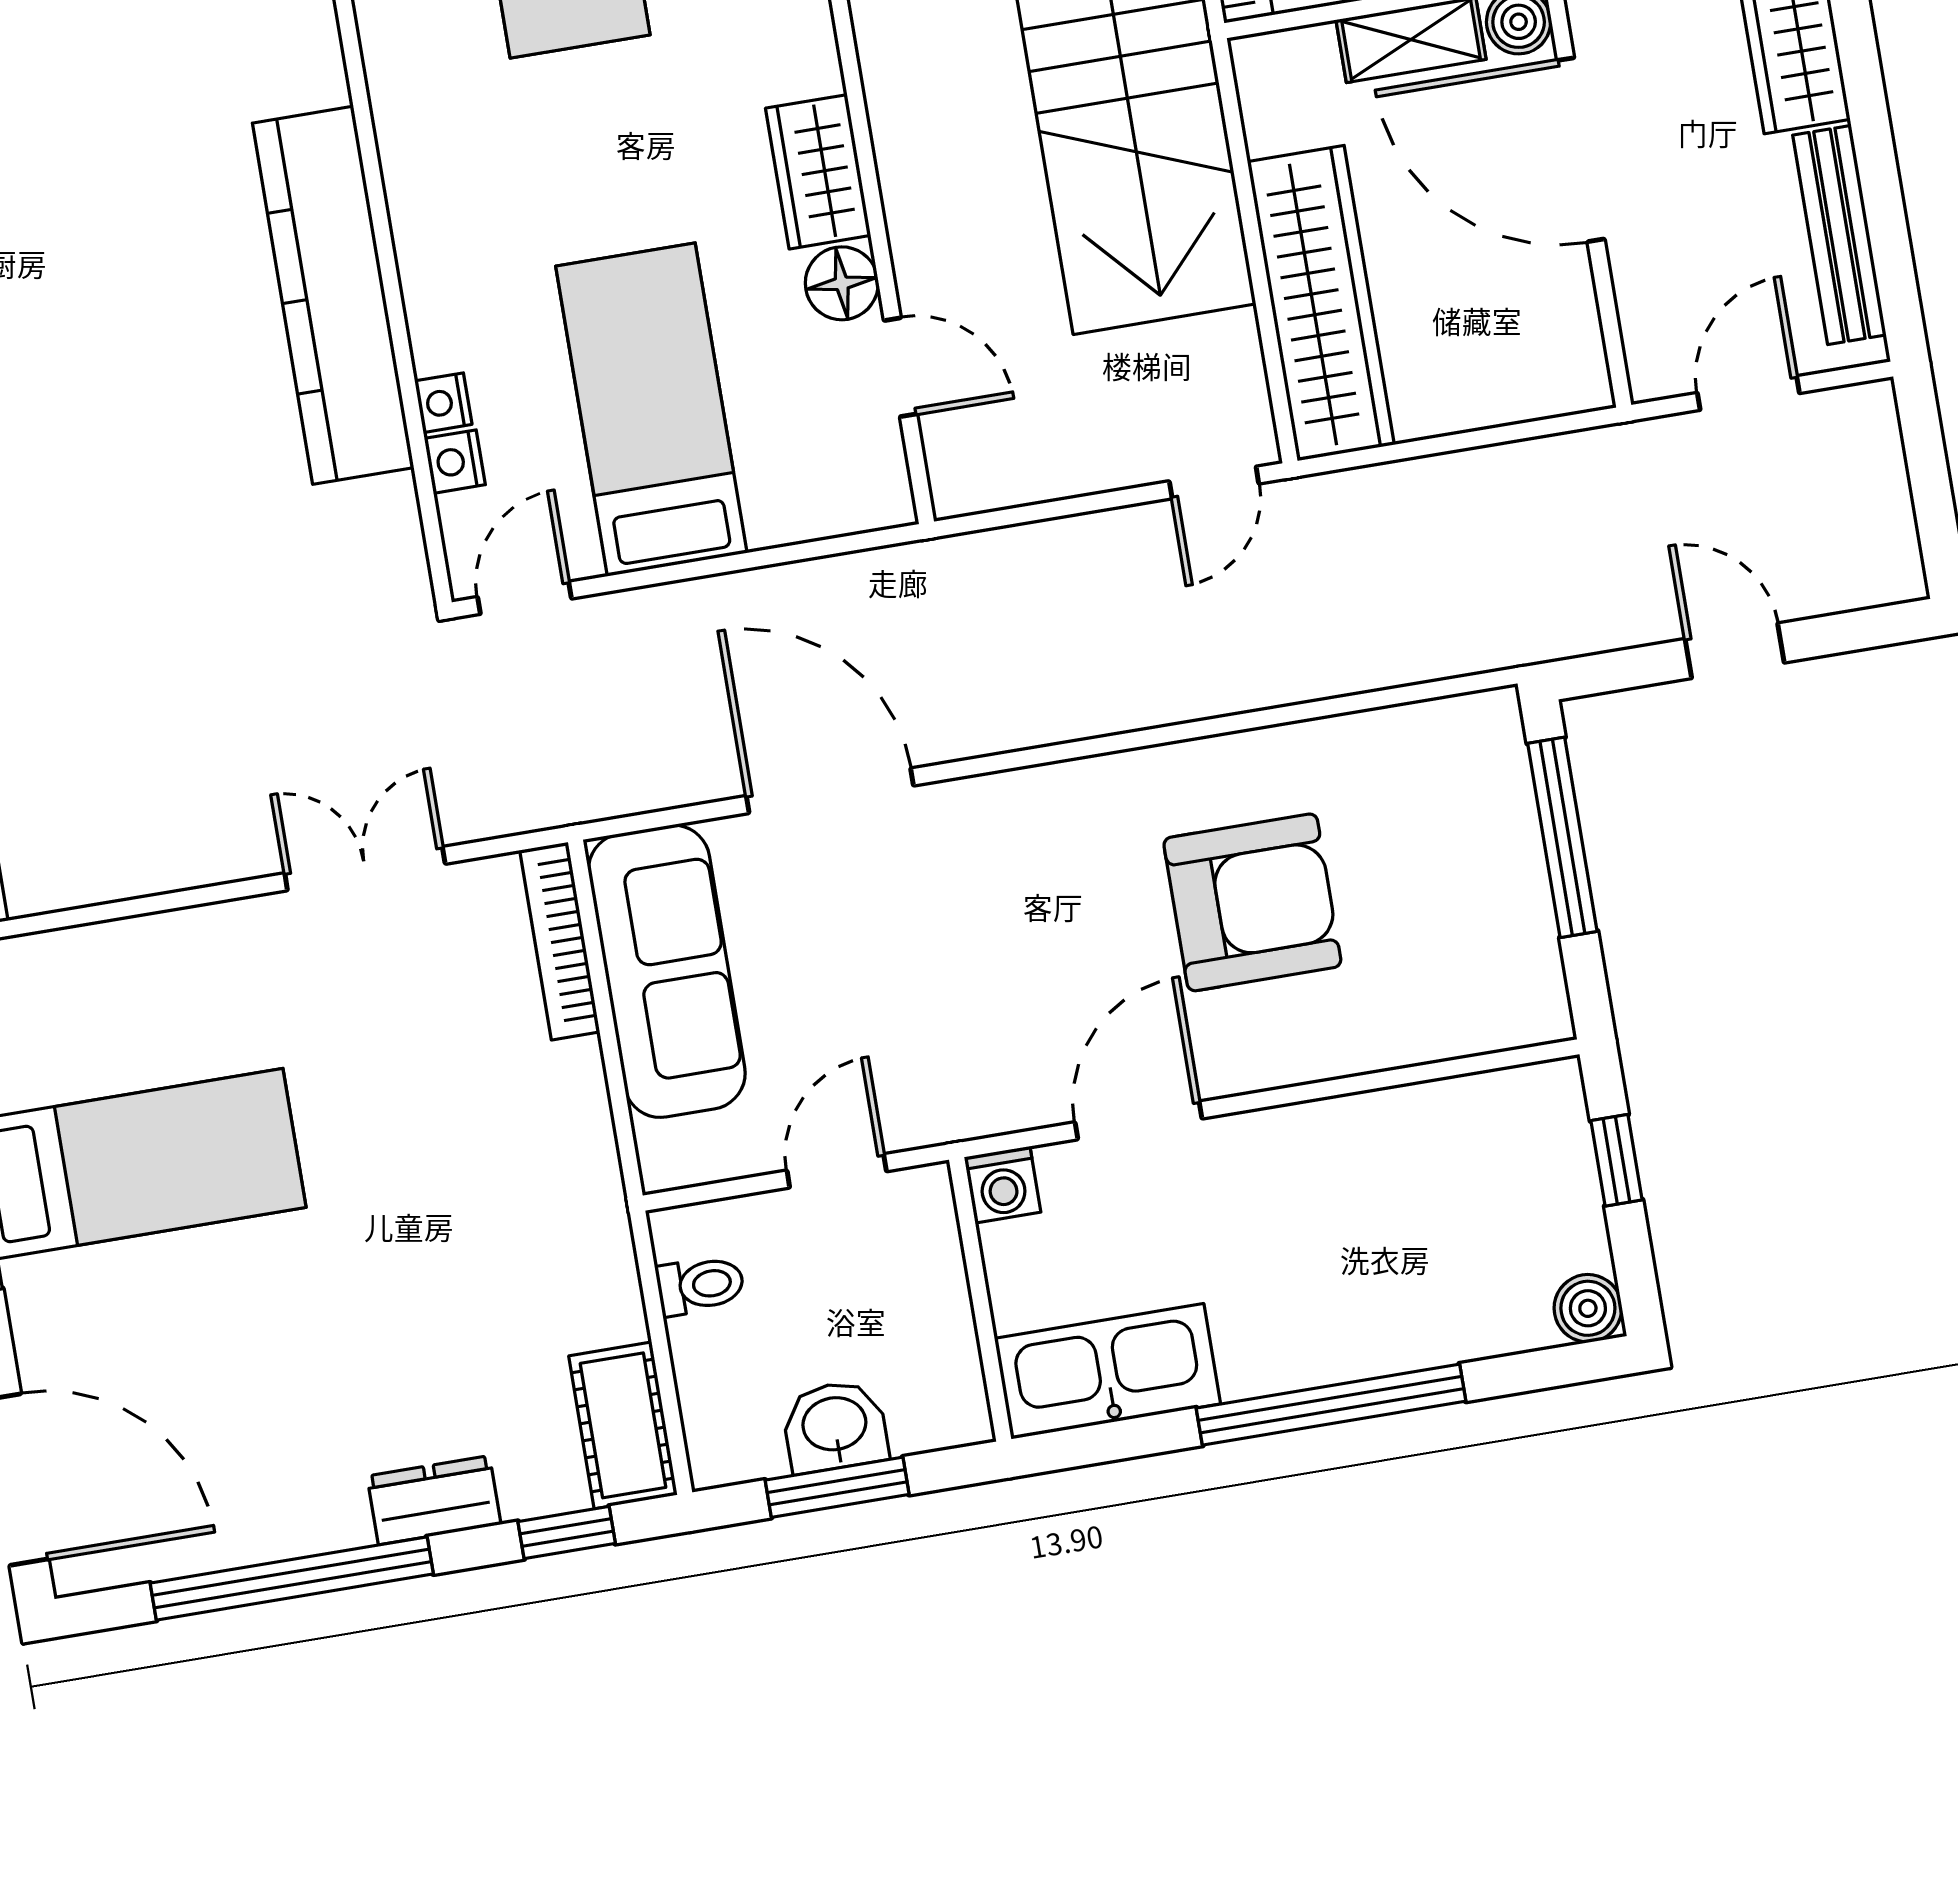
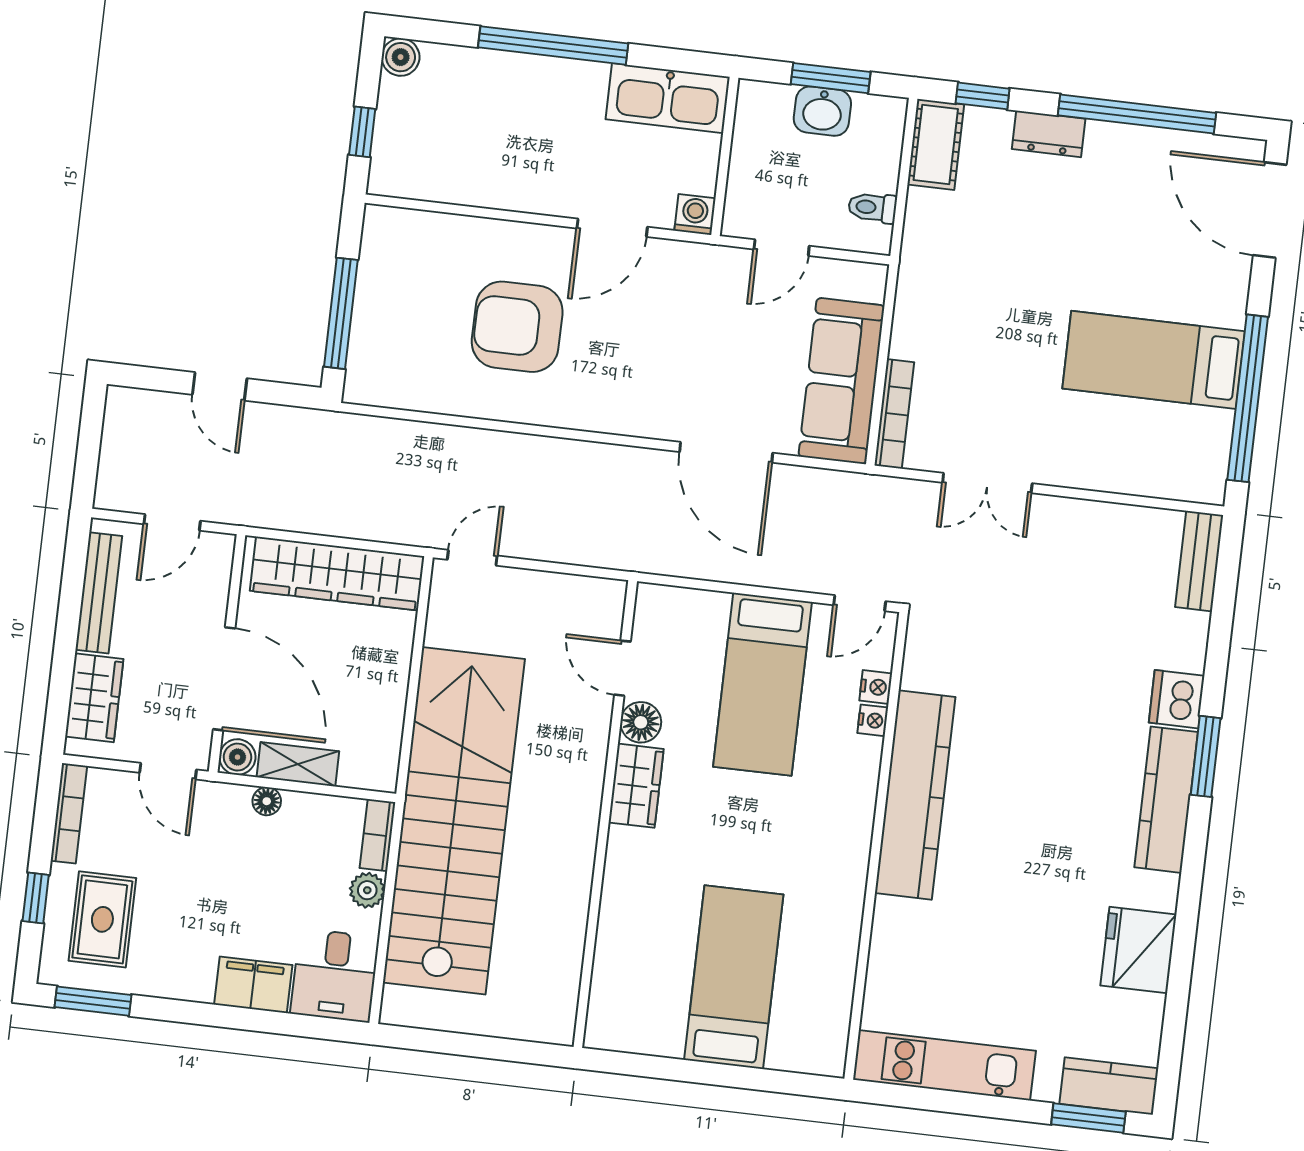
wardrobe: (1321, 303) -> (337, 574), moved, turned -90

